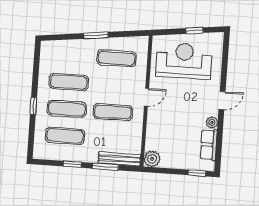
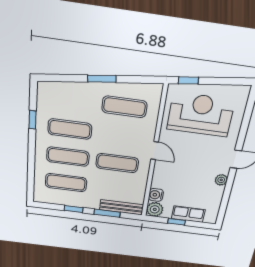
window: (194, 31) -> (188, 80), moved
door: (146, 97) -> (155, 151), hinge flipped
window: (33, 106) -> (32, 120), moved
water cooler: (152, 143) -> (156, 195), added
row of seats: (209, 145) -> (188, 214), moved, turned 90
window: (197, 173) -> (176, 222), moved

